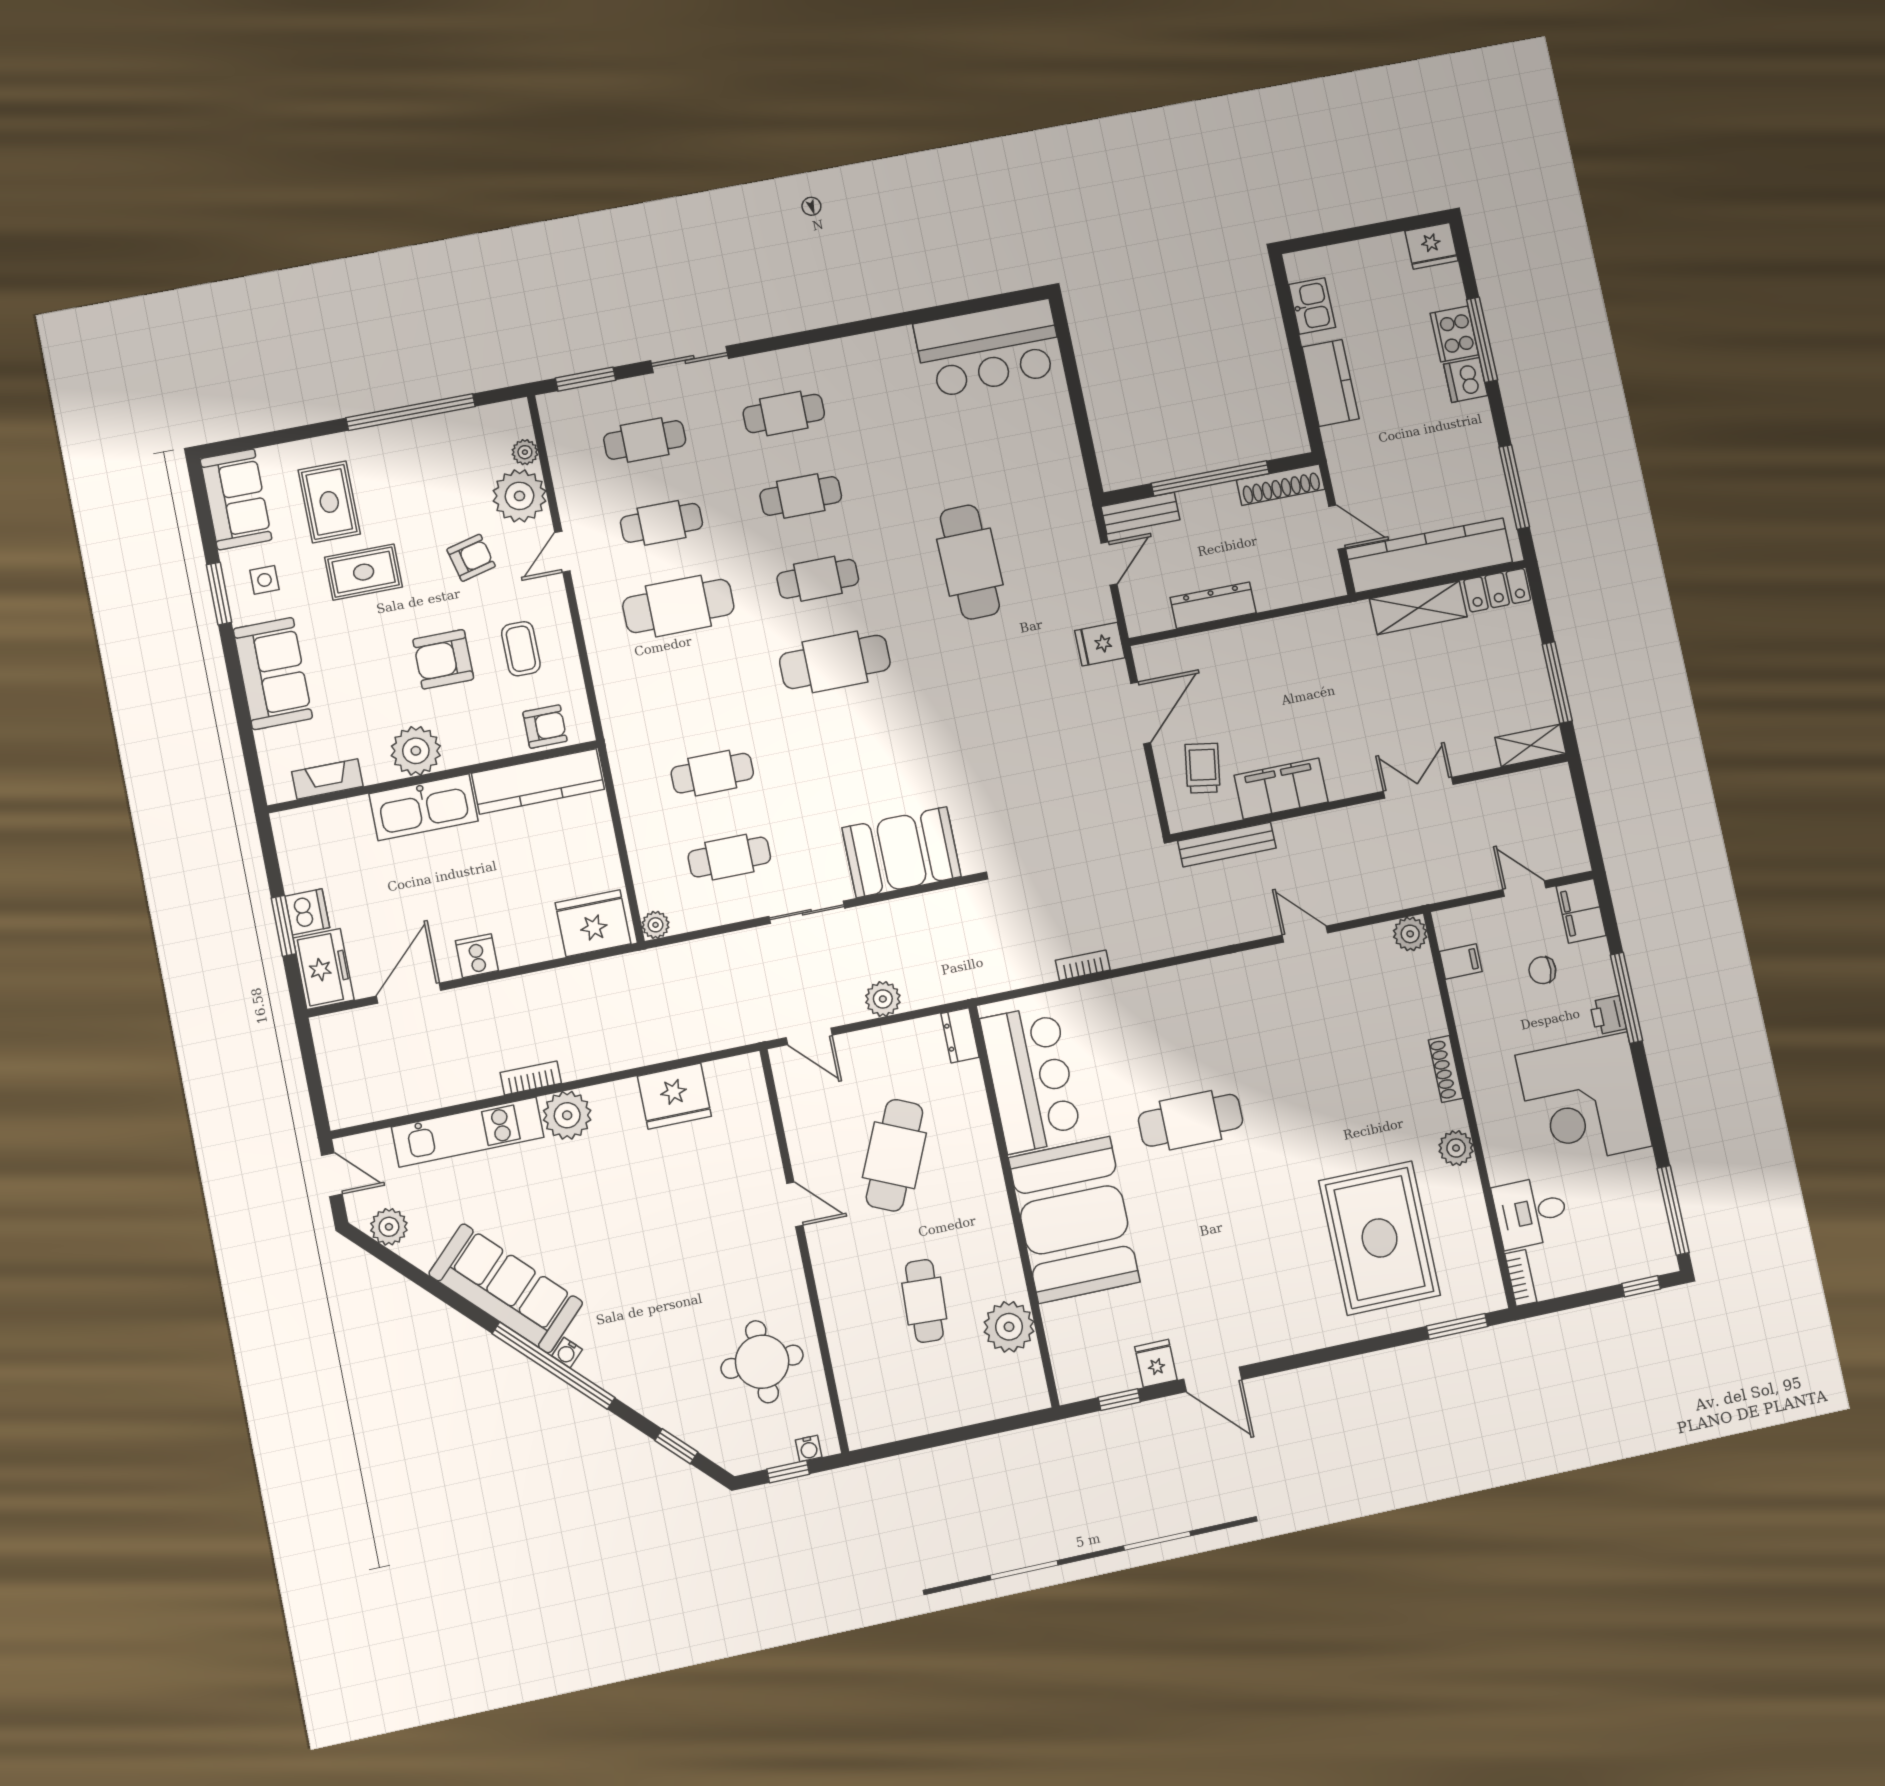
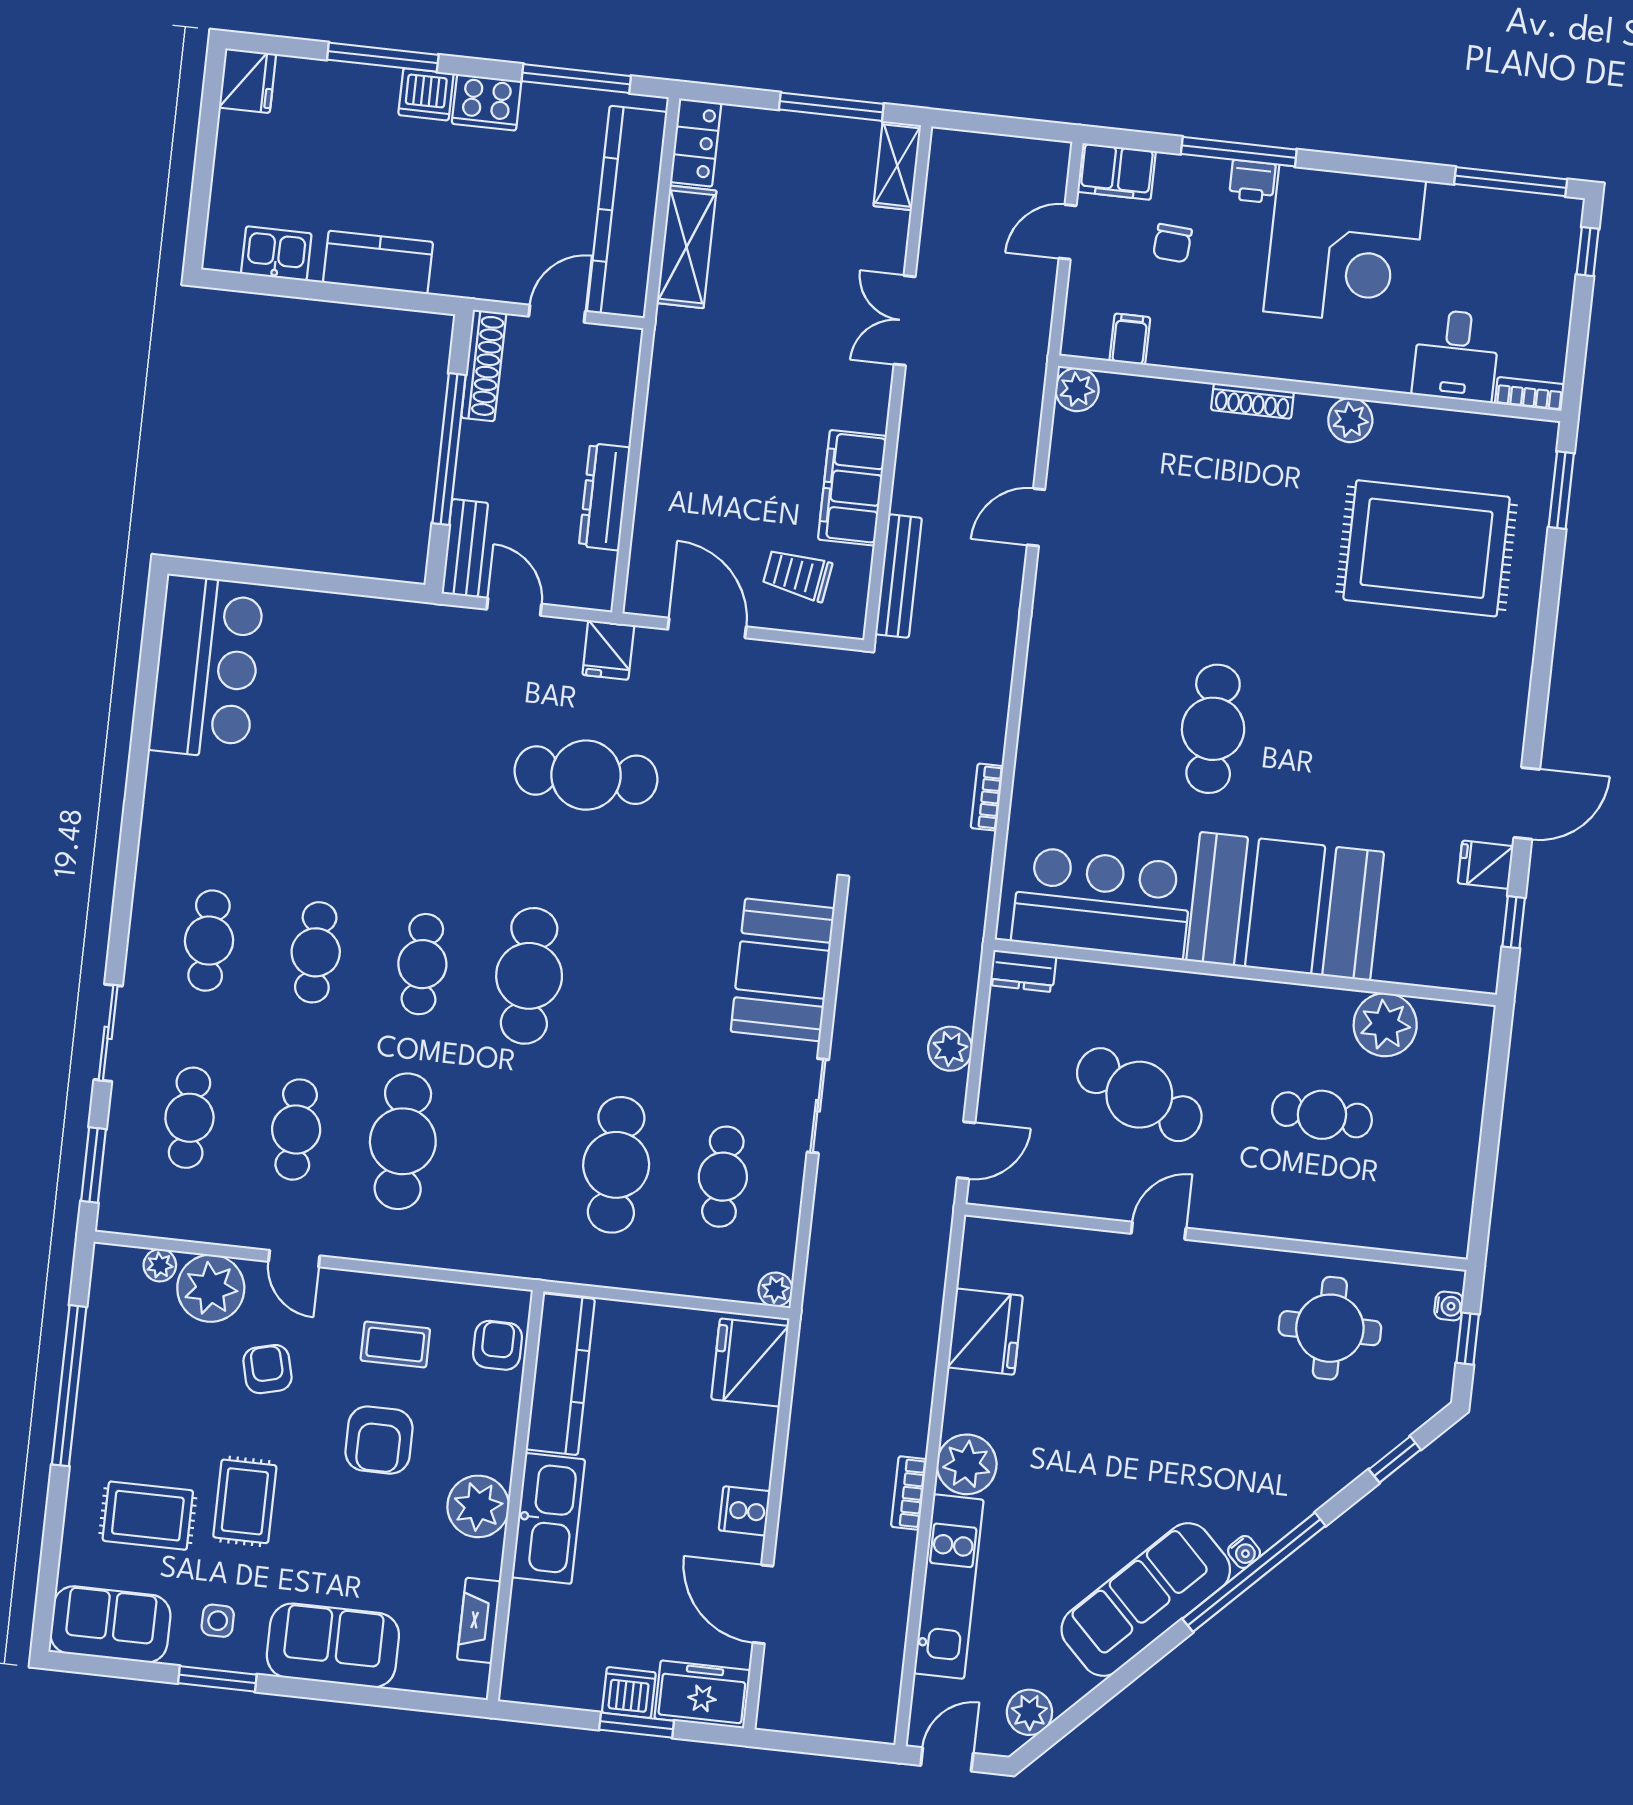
cooker: (1454, 334) -> (487, 102), moved
cafe table: (970, 562) -> (586, 775), moved
cafe table: (712, 773) -> (616, 1165), width x1.37, depth x1.35

